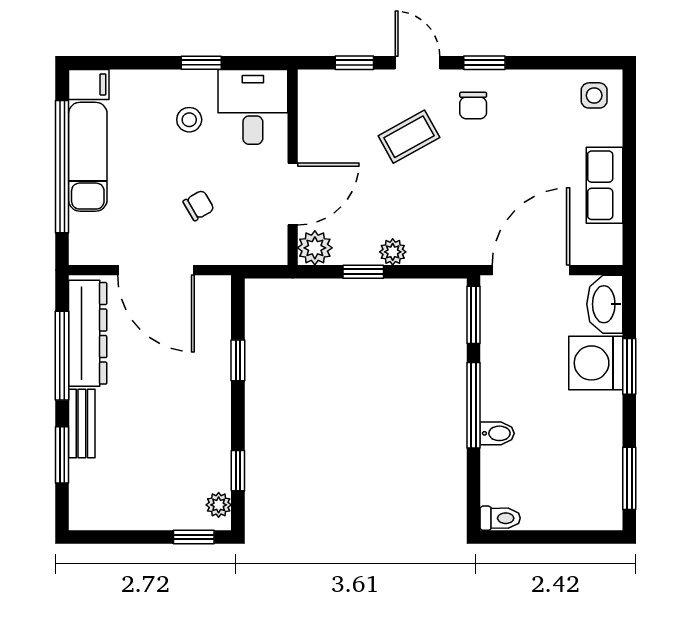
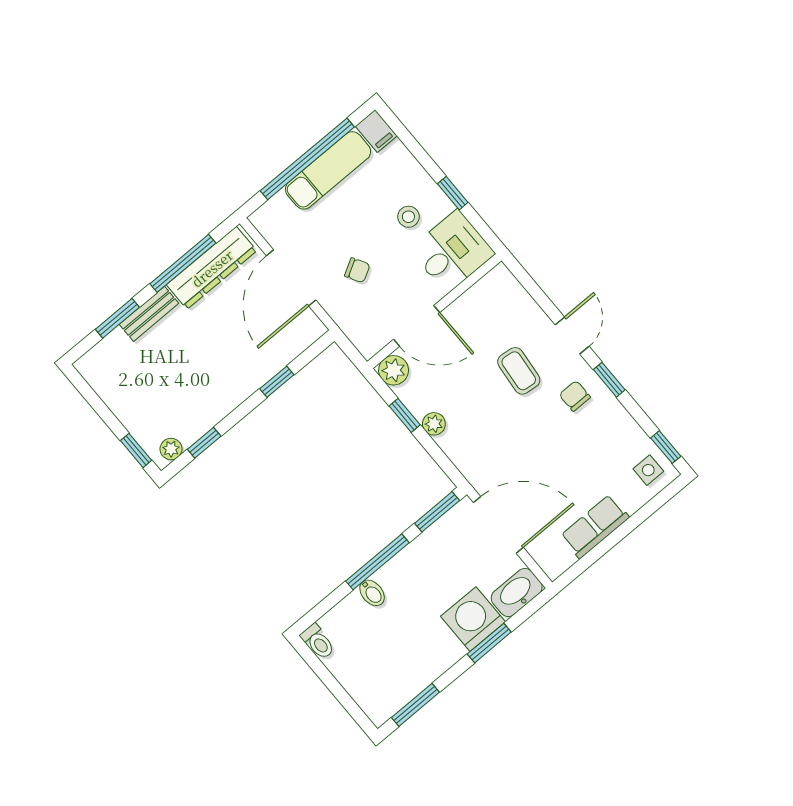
window: (354, 63) -> (666, 447), moved
chair: (473, 106) -> (575, 396), turned 90
coffee table: (409, 137) -> (519, 371), turned 35

